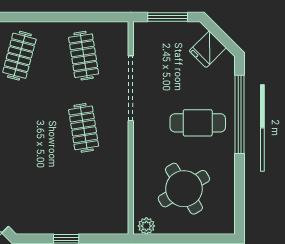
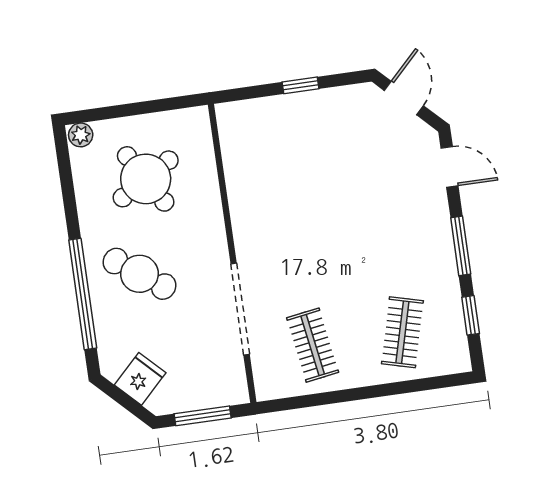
cafe table: (198, 123) -> (139, 274), turned 36
clothes rail: (84, 128) -> (298, 244), removed
plant: (146, 226) -> (81, 135), moved

